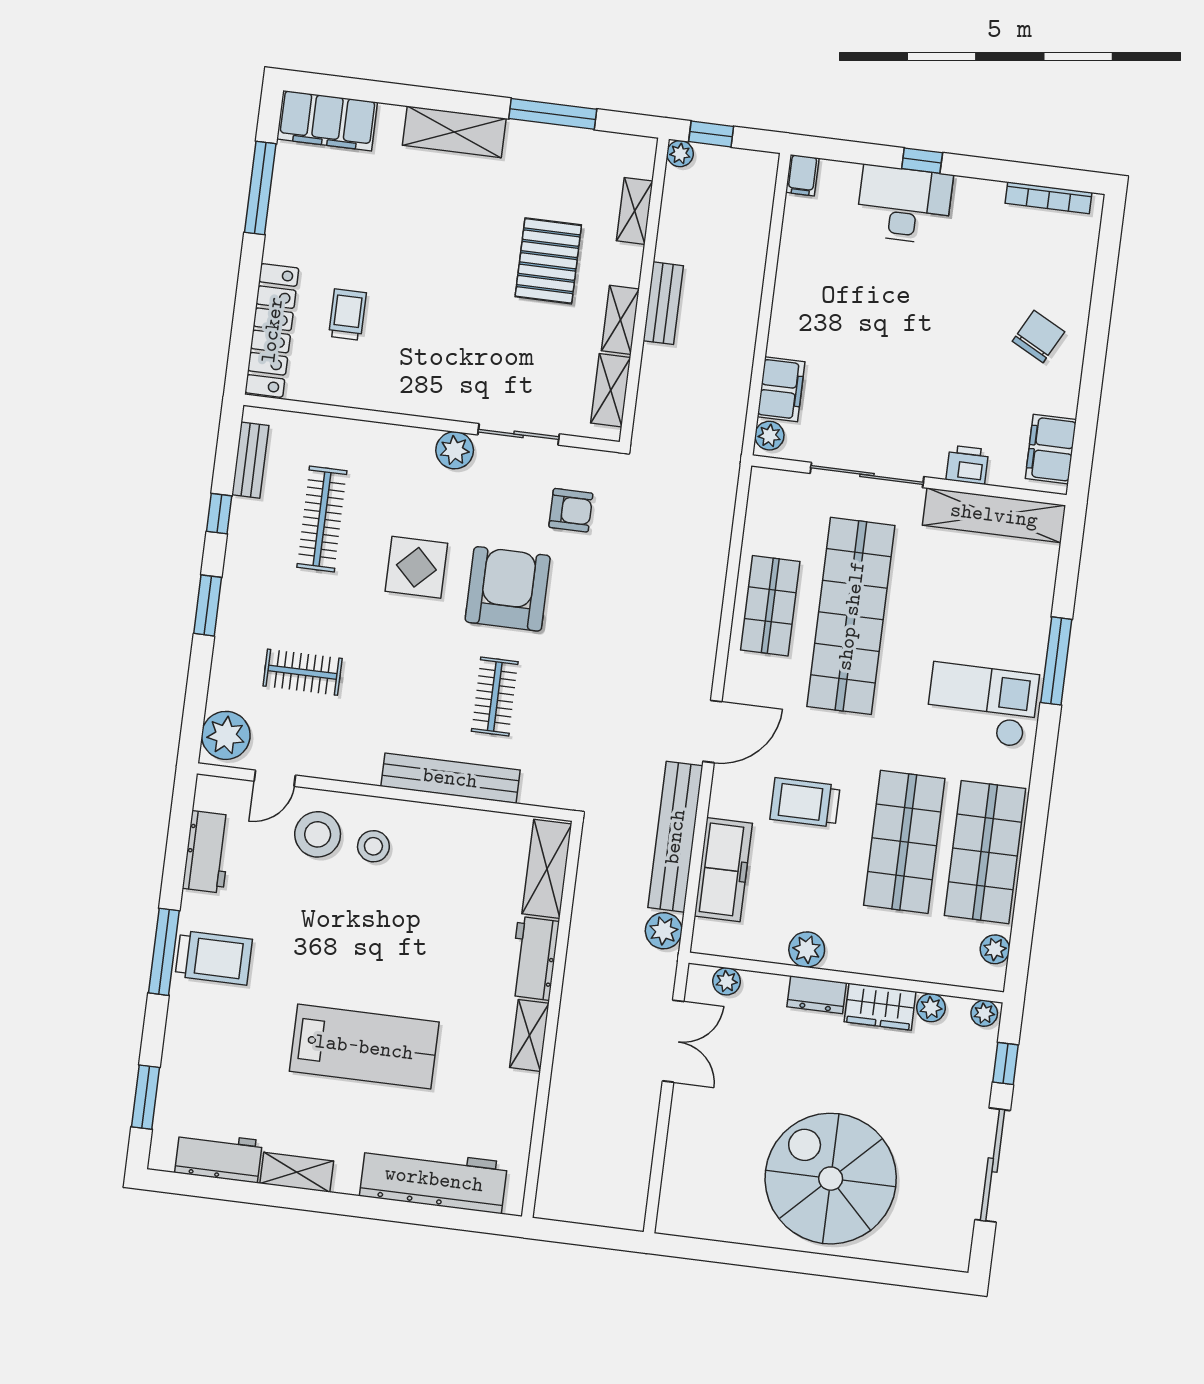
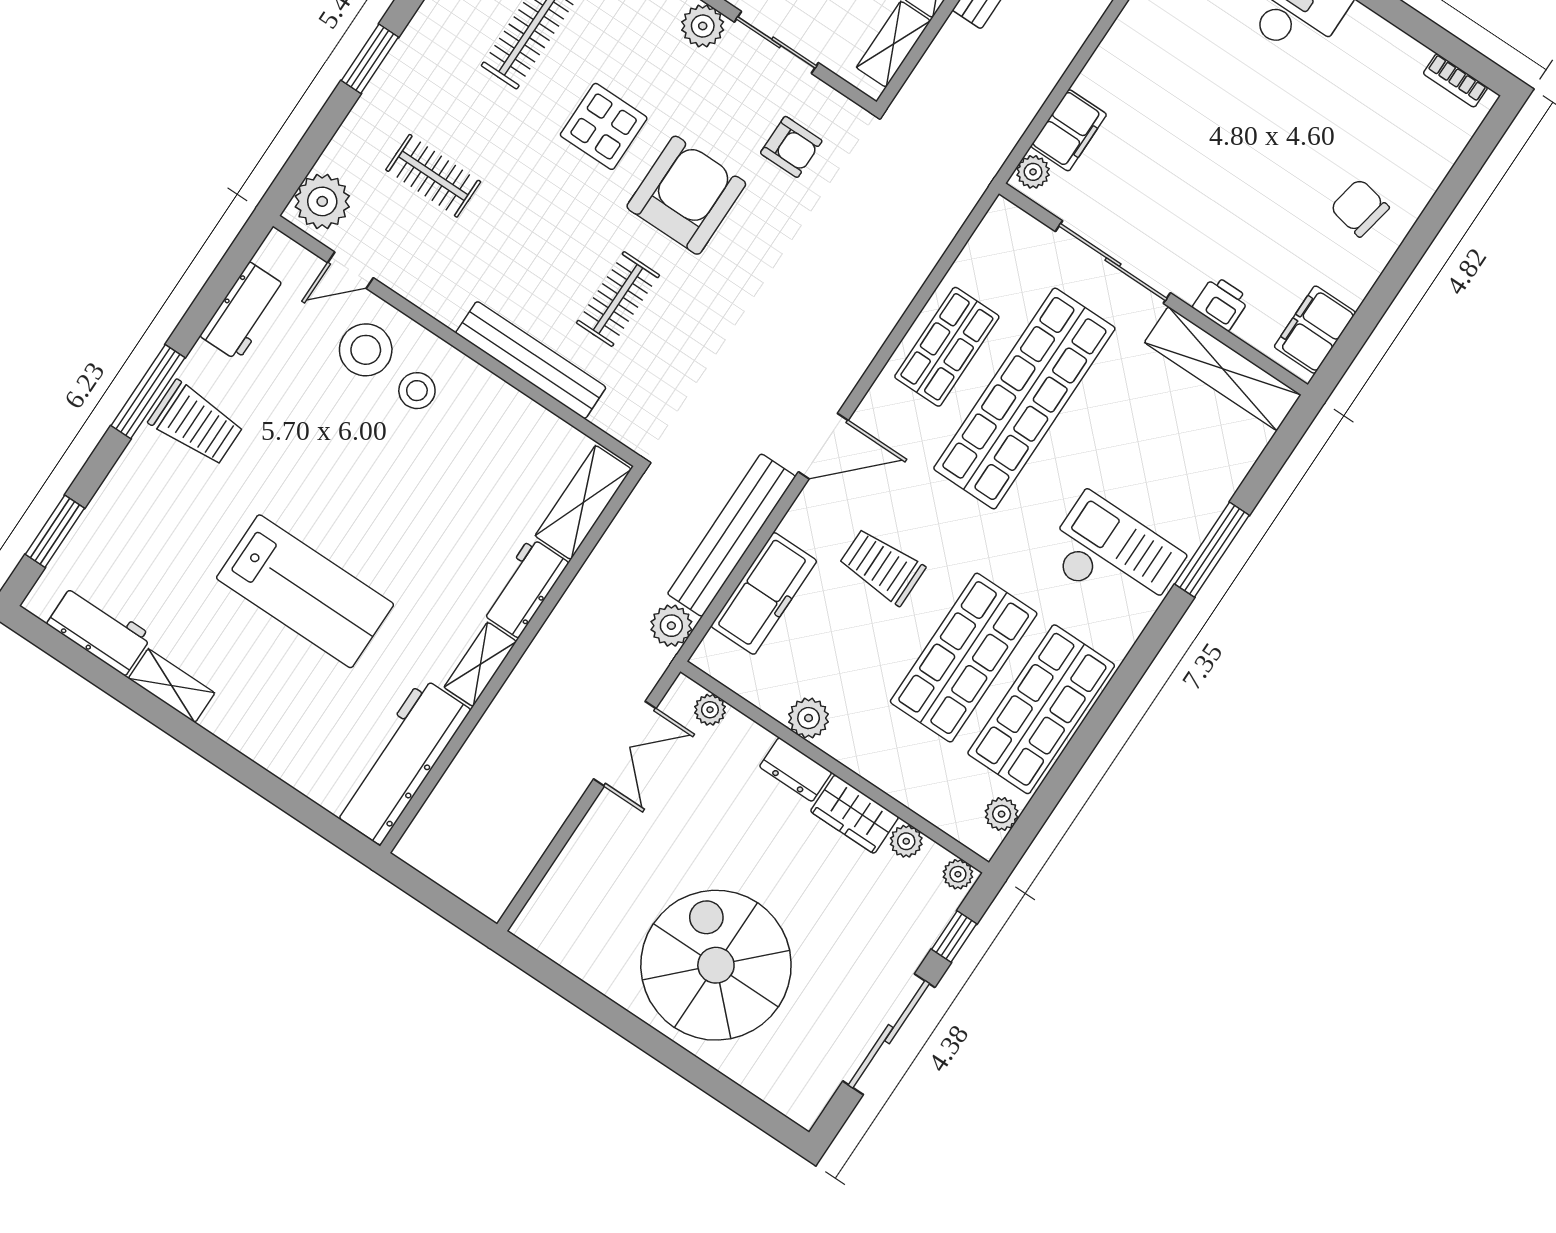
bookcase: (1049, 198) -> (1455, 80), width x0.64
chair: (1038, 336) -> (1360, 208), turned -107
workbench: (434, 1179) -> (401, 761), moved, turned -90

